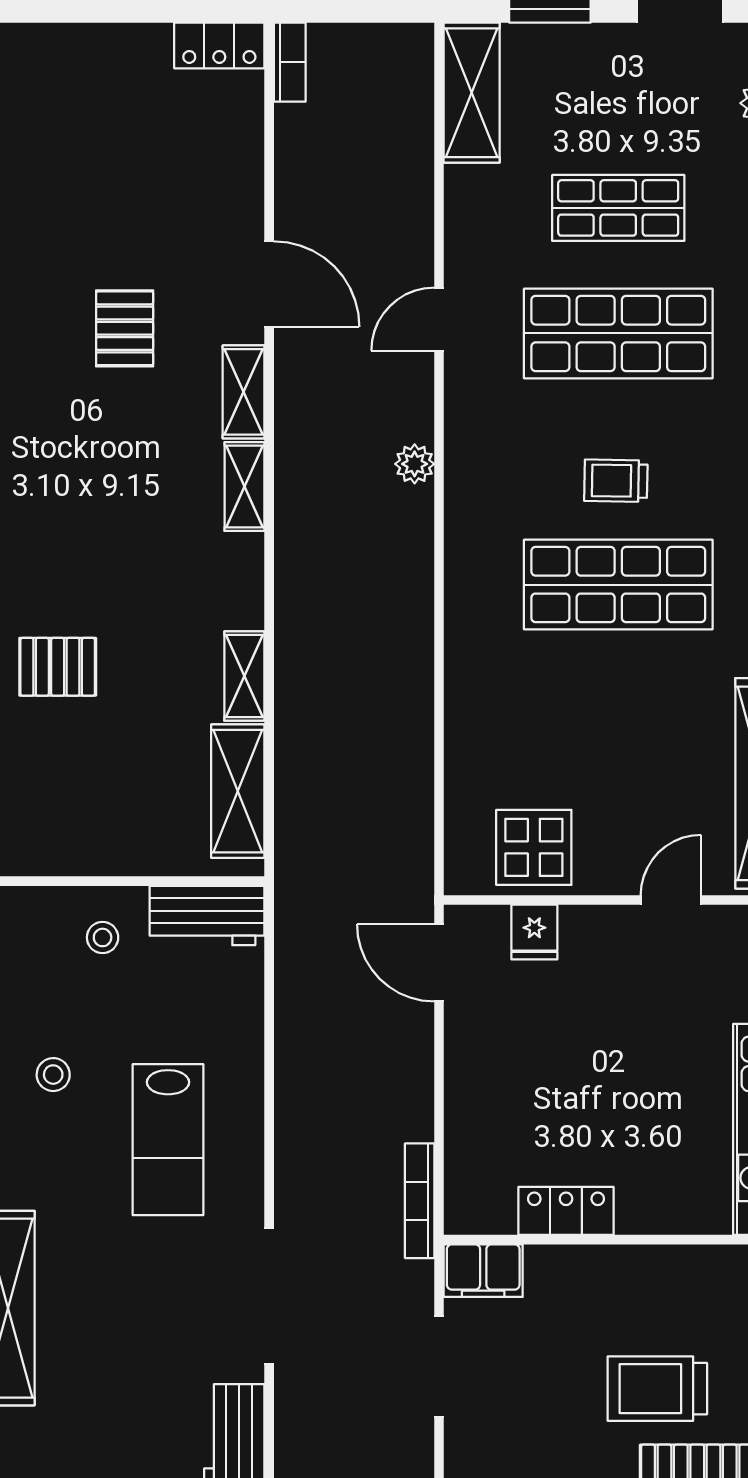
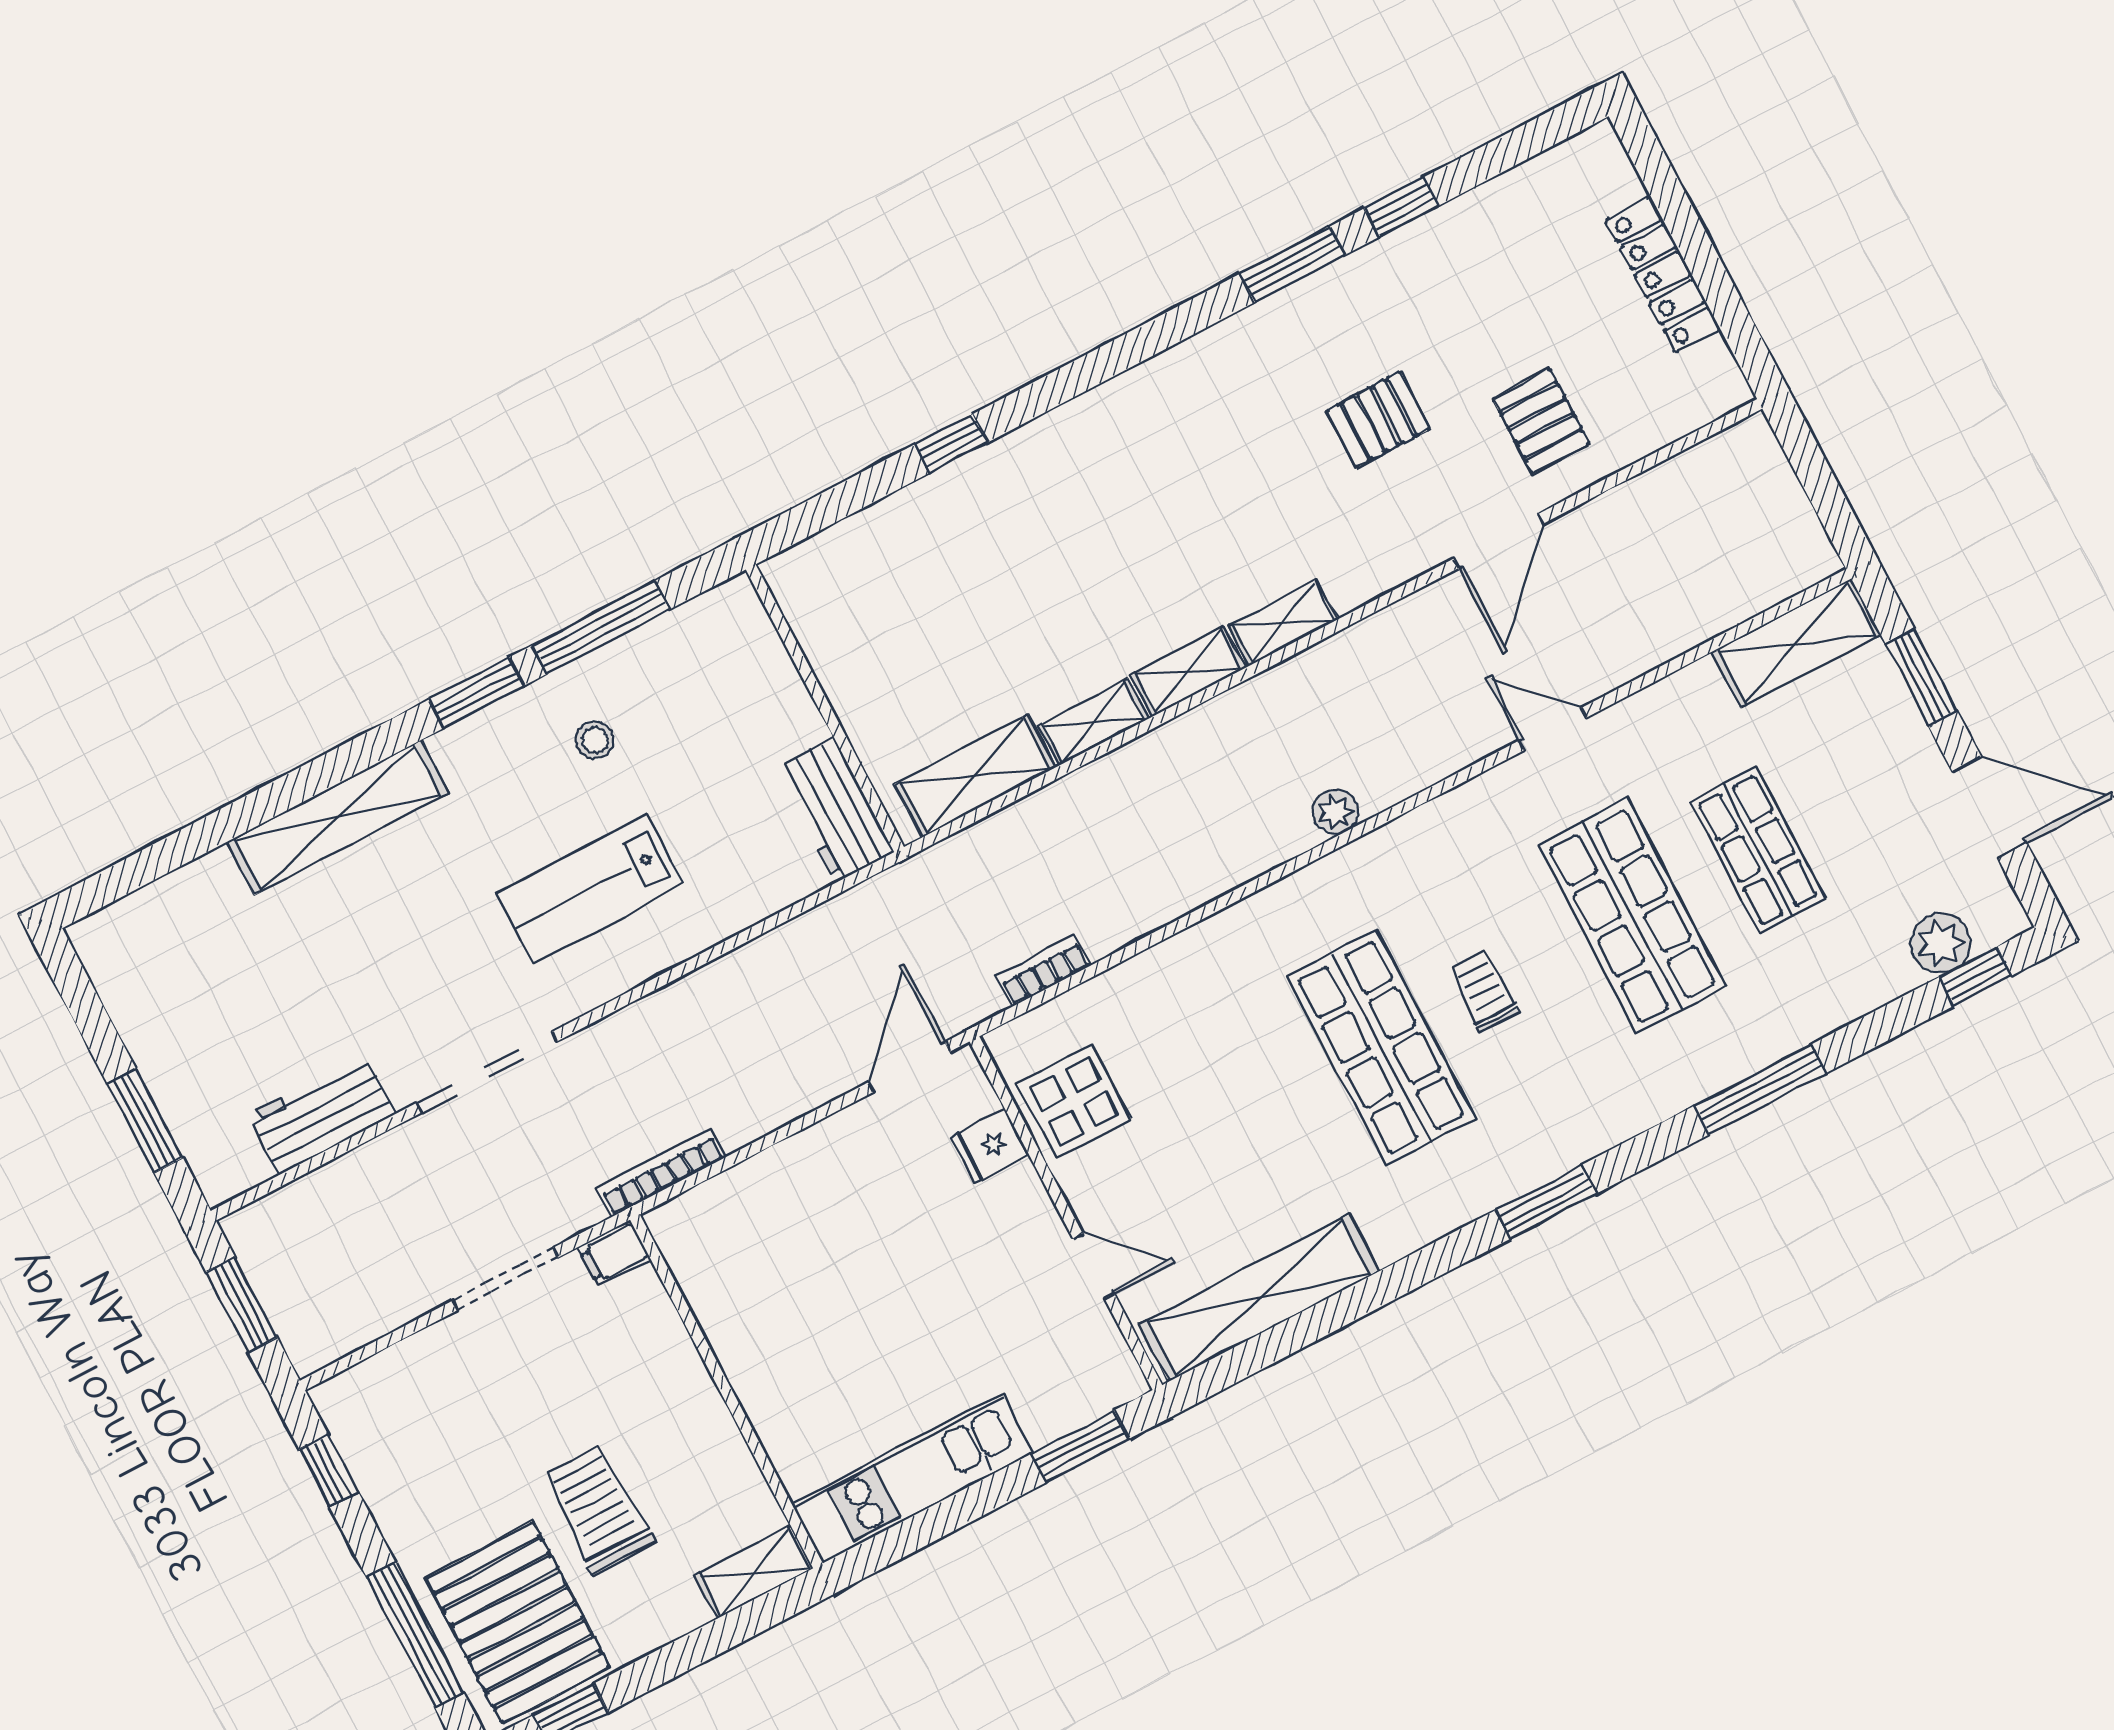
locker: (219, 46) -> (1663, 275), moved, width x1.53
bookcase: (290, 62) -> (1043, 970), moved, turned 180
shelving: (244, 392) -> (1188, 671), moved
plant: (415, 464) -> (1336, 812), moved
pallet: (58, 667) -> (1541, 421), moved
stool: (103, 937) -> (758, 717), removed
locker: (566, 1211) -> (728, 1324), removed
filing cabinet: (483, 1271) -> (614, 1253), width x0.50

